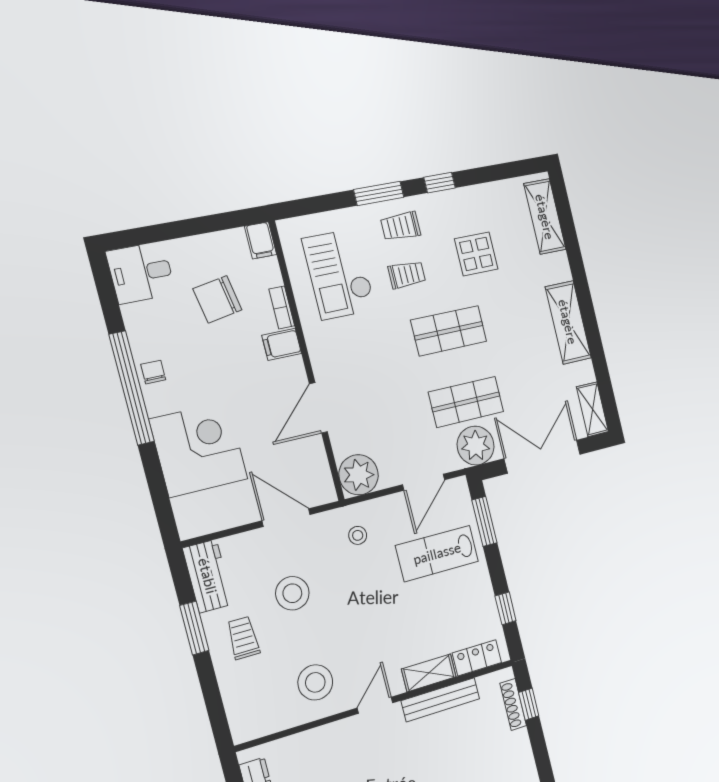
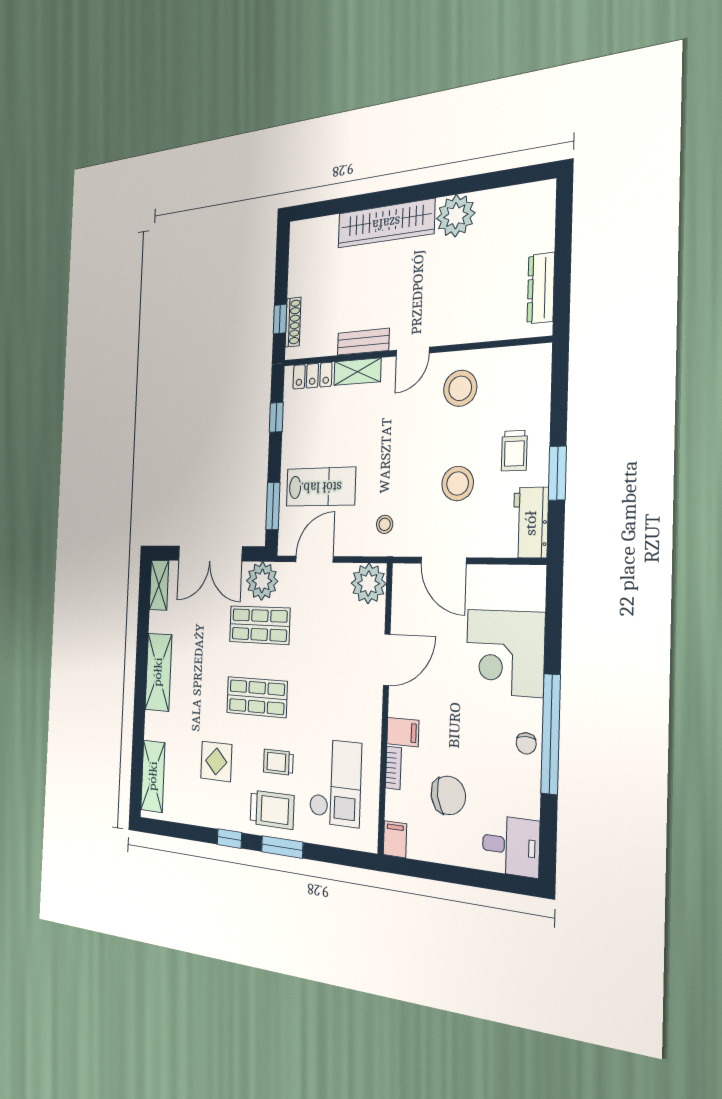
trolley: (401, 226) -> (272, 810), width x1.36, depth x1.39
bench: (440, 700) -> (363, 342), width x0.73

